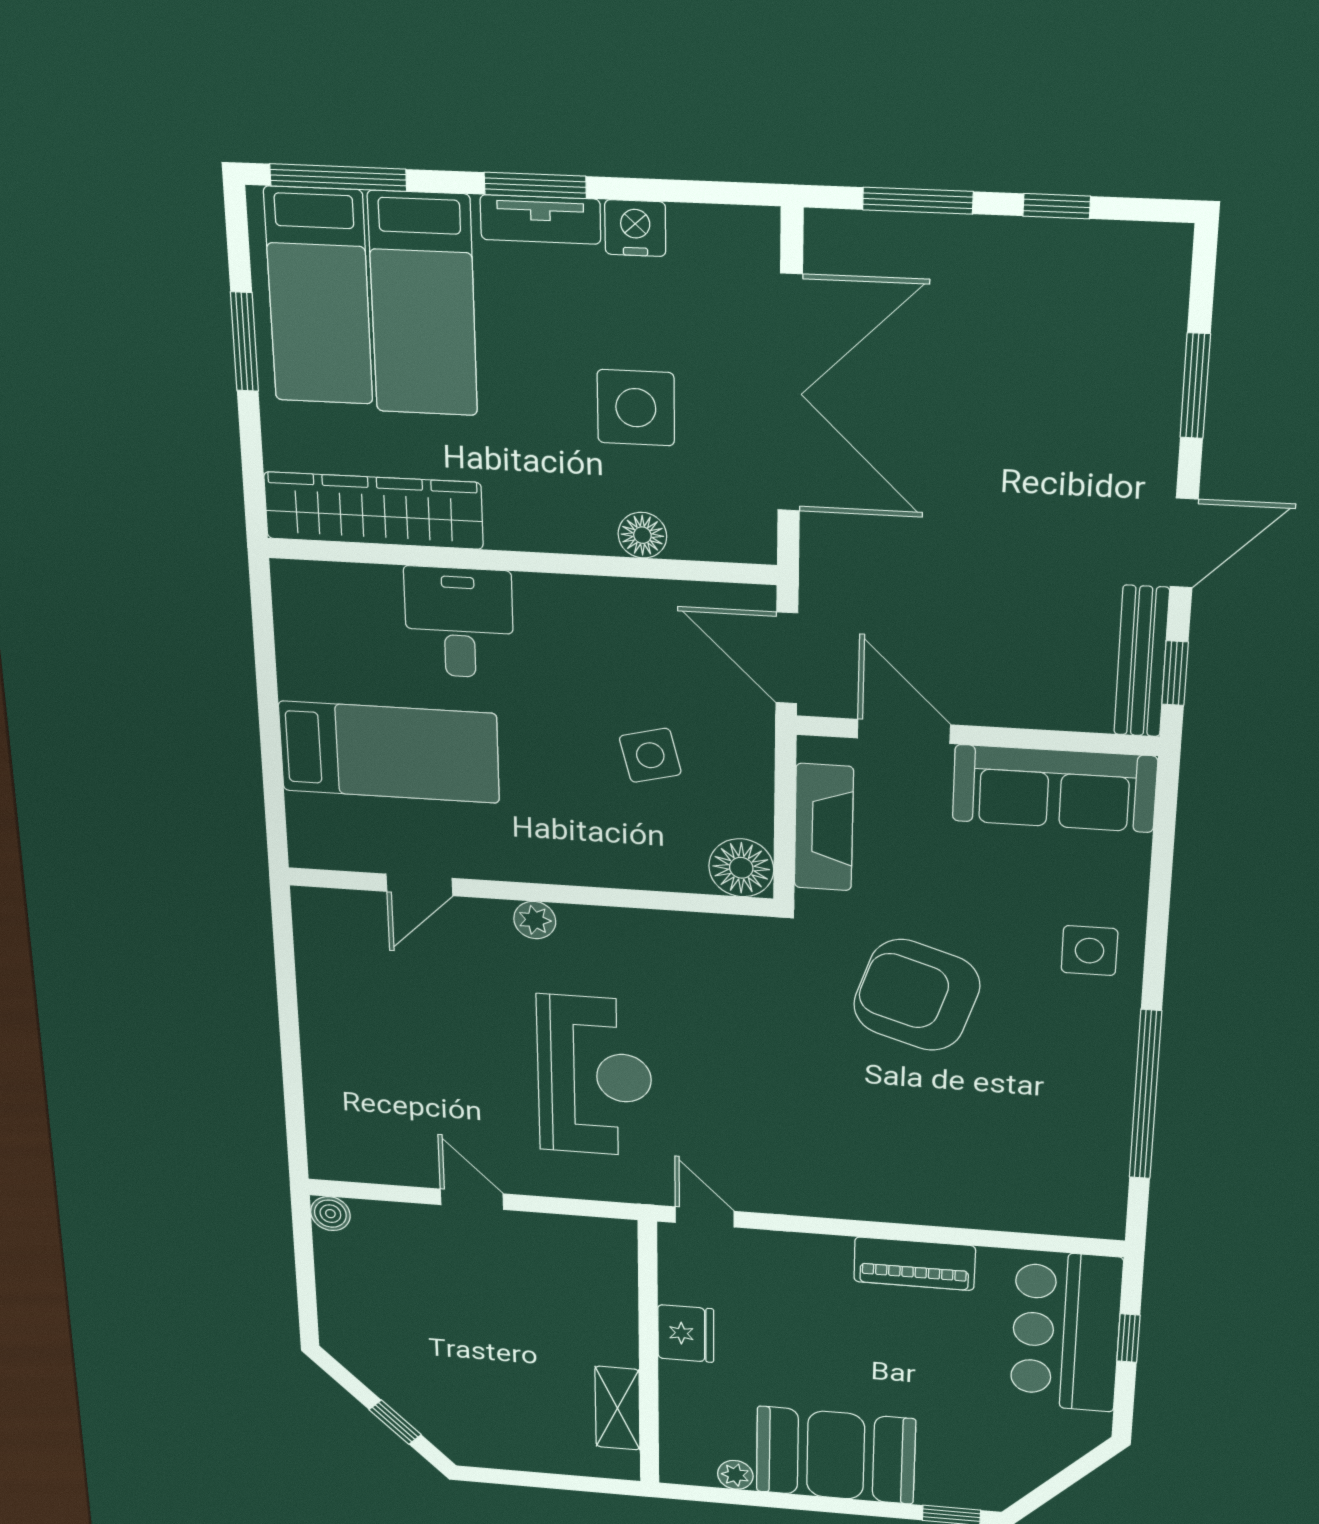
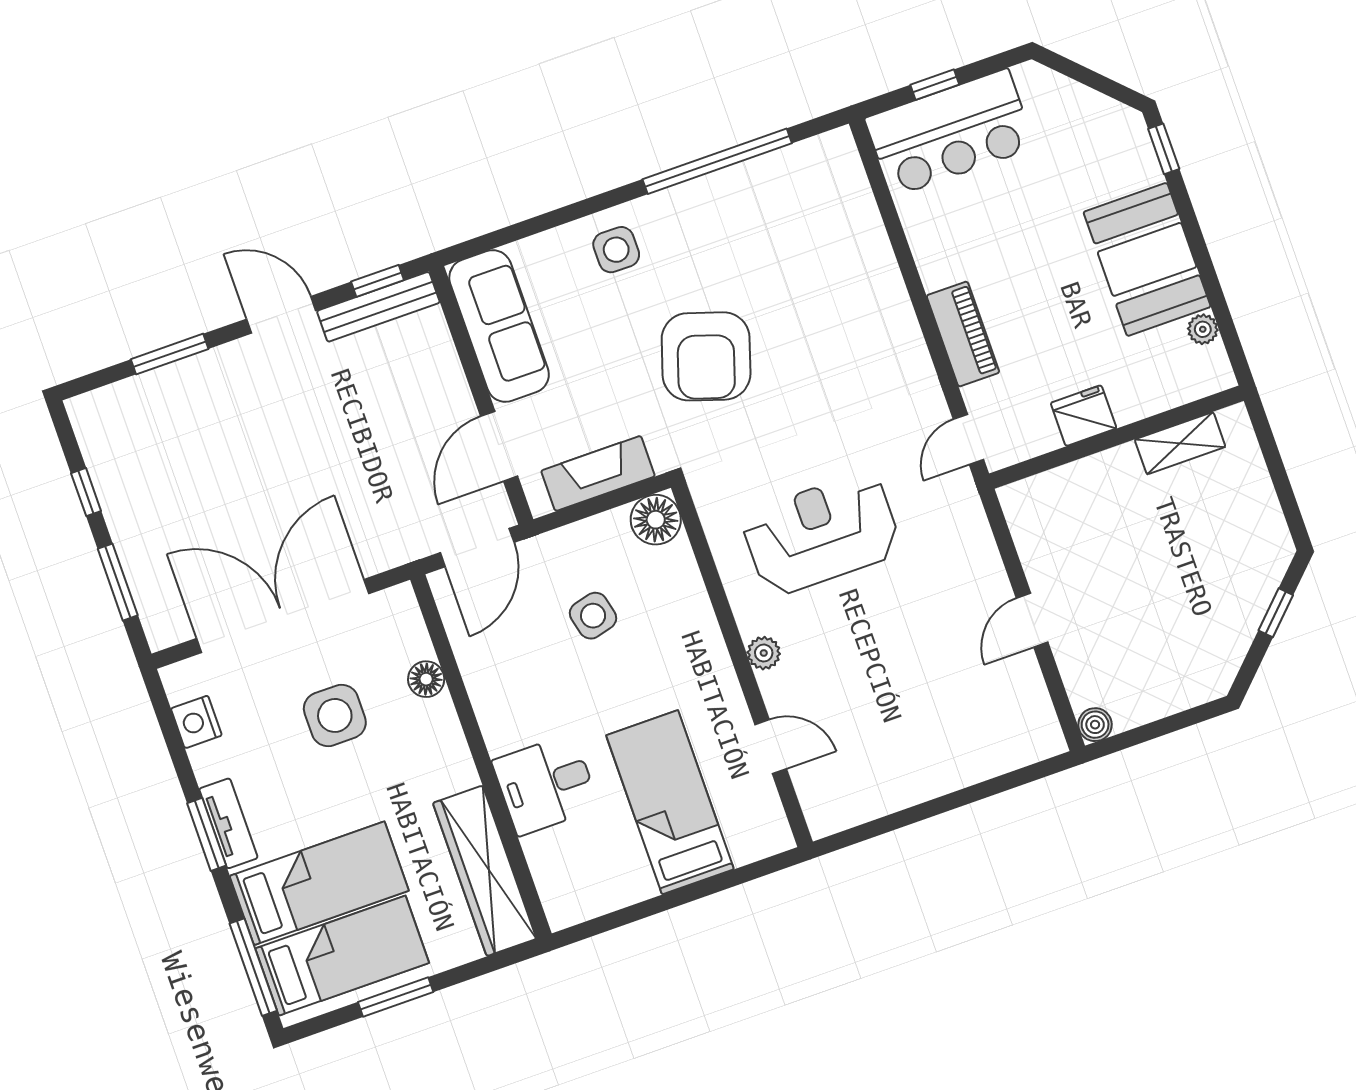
nightstand: (635, 228) -> (196, 722), moved
reception desk: (594, 1076) -> (821, 534), moved
piano: (914, 1264) -> (963, 334), moved

